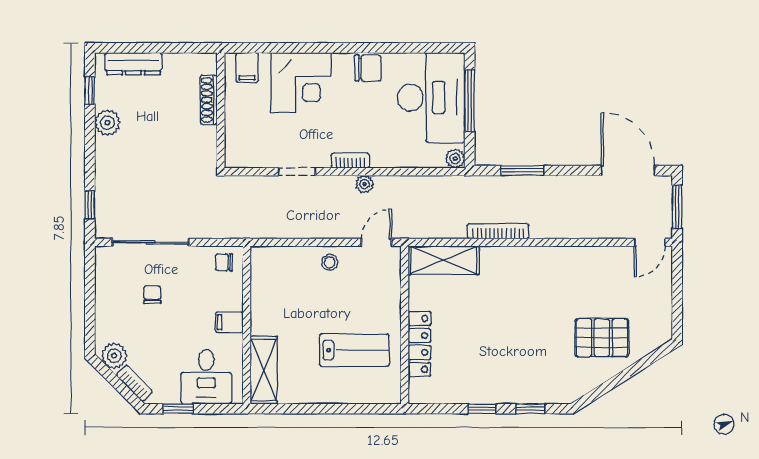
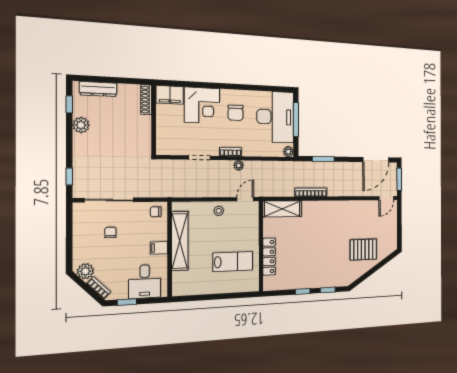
filing cabinet: (247, 67) -> (170, 95), width x2.00
chair: (368, 68) -> (236, 113), moved, turned 90
shoe rack: (209, 100) -> (146, 100), moved
door: (628, 171) -> (376, 160), swing flipped
shelving: (264, 370) -> (180, 241), moved, width x1.47

